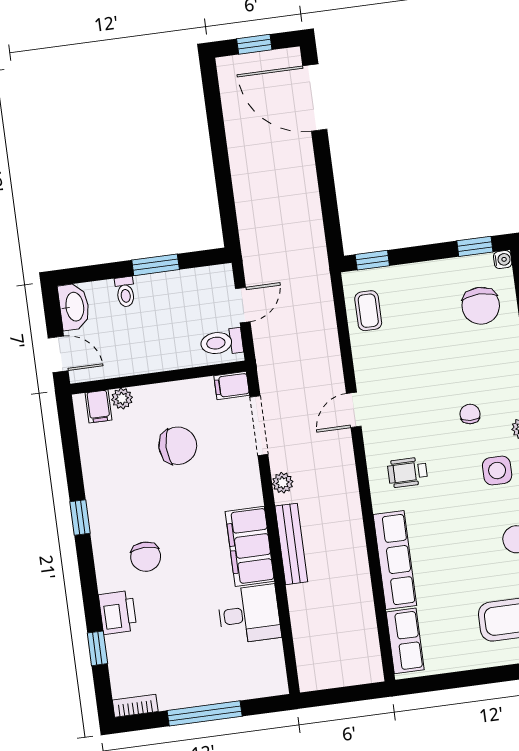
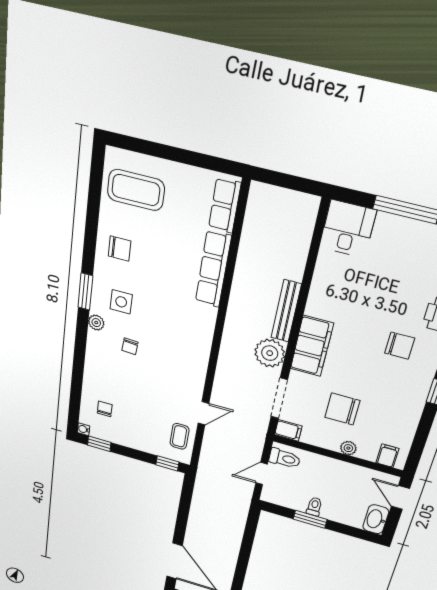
toilet: (125, 292) -> (314, 507), moved
chair: (481, 306) -> (105, 409), width x0.54, depth x0.54
plant: (122, 399) -> (348, 448), moved
door: (354, 410) -> (203, 413), moved
wheelchair: (408, 472) -> (185, 326), removed
plant: (283, 483) -> (270, 353), width x1.88, depth x1.88
filing cabinet: (250, 546) -> (312, 346), moved
chair: (146, 557) -> (400, 346), turned 90
desk: (249, 614) -> (348, 229), moved, turned 90

